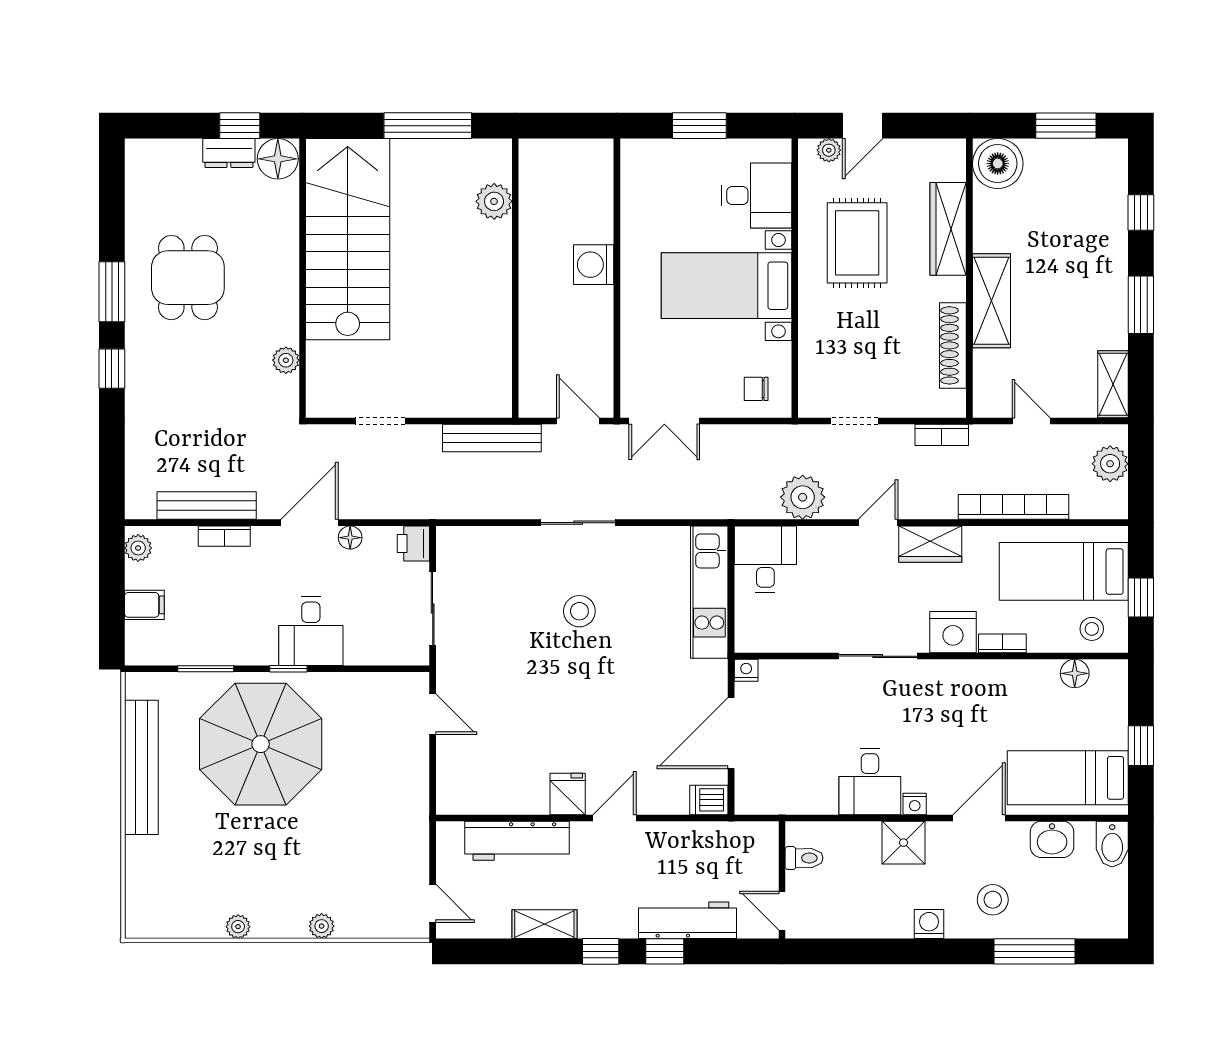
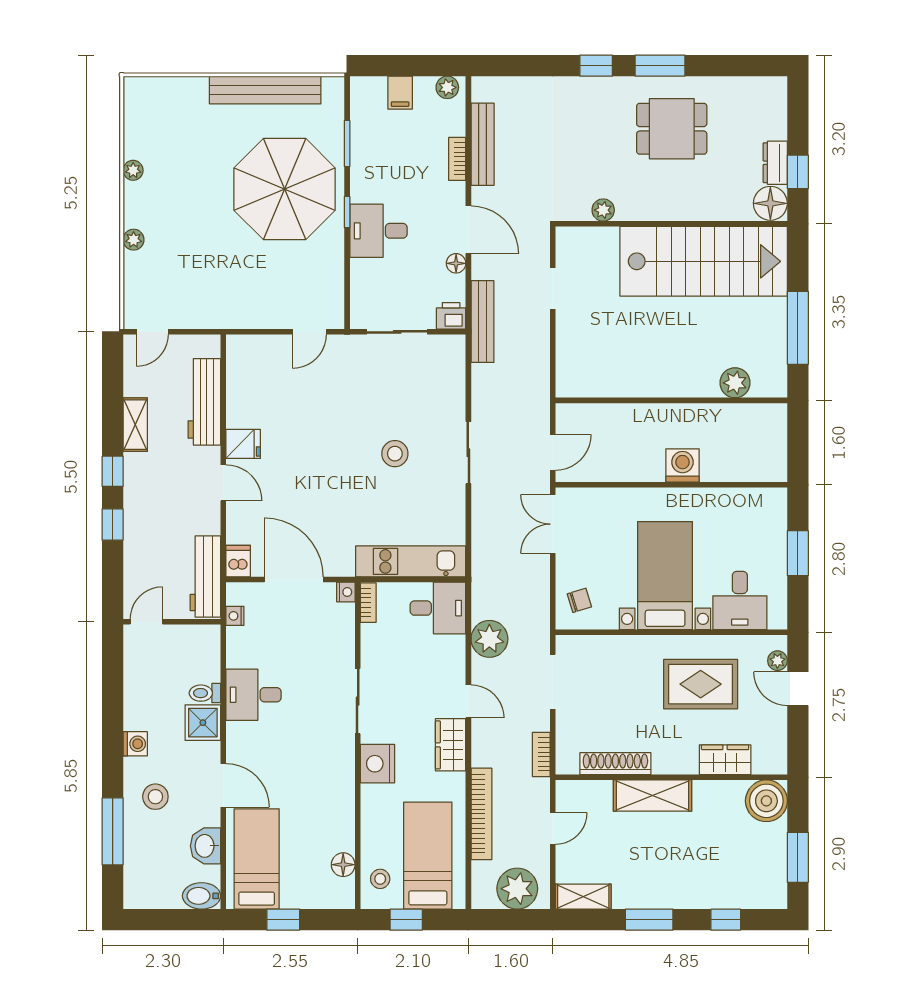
wardrobe: (948, 229) -> (725, 760), width x0.67
chair: (756, 389) -> (579, 600), turned 73
doorway: (854, 421) -> (553, 682), width x1.38
bench: (492, 438) -> (482, 322), moved
plant: (1110, 464) -> (517, 889), width x1.36, depth x1.36
bookcase: (1002, 643) -> (368, 603), moved
nightstand: (915, 804) -> (235, 616), moved
toilet: (804, 858) -> (205, 693), moved, turned 90
workbench: (687, 920) -> (205, 577), moved, turned 180

